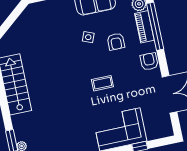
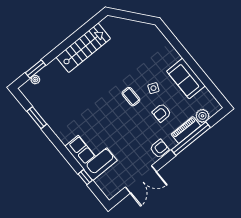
coffee table: (102, 83) -> (131, 97), moved

